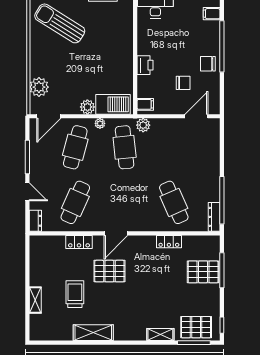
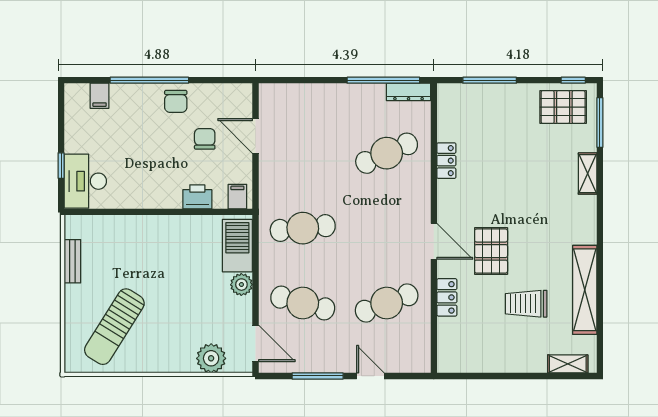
printer: (145, 65) -> (197, 197), moved
door: (196, 116) -> (256, 136), moved
plant: (100, 123) -> (266, 266), removed
plant: (143, 125) -> (269, 200), removed
door: (27, 192) -> (370, 376), hinge flipped
cafe table: (75, 202) -> (387, 303), turned -45
dresser: (35, 221) -> (414, 364), removed
pallet: (203, 272) -> (492, 109), removed
shelving: (35, 300) -> (568, 364), moved
pallet: (196, 327) -> (563, 107), moved, turned 90
shelving: (93, 333) -> (585, 290), width x1.47

